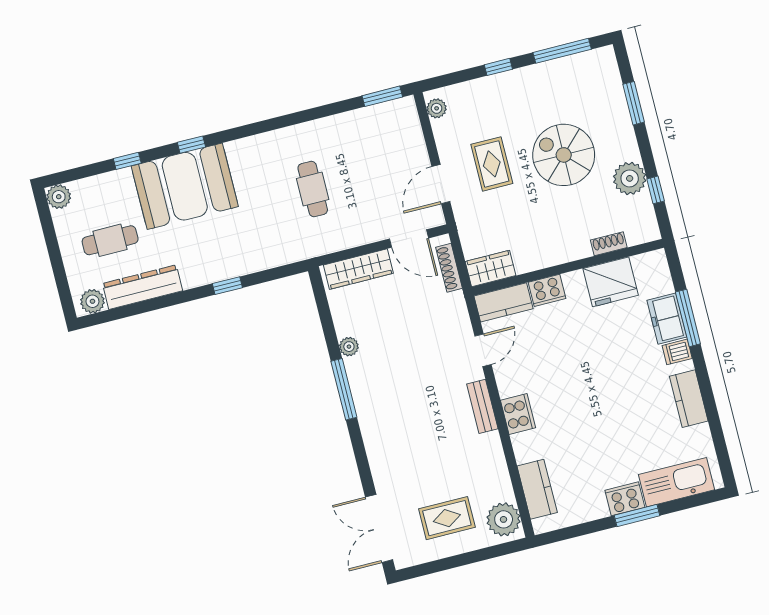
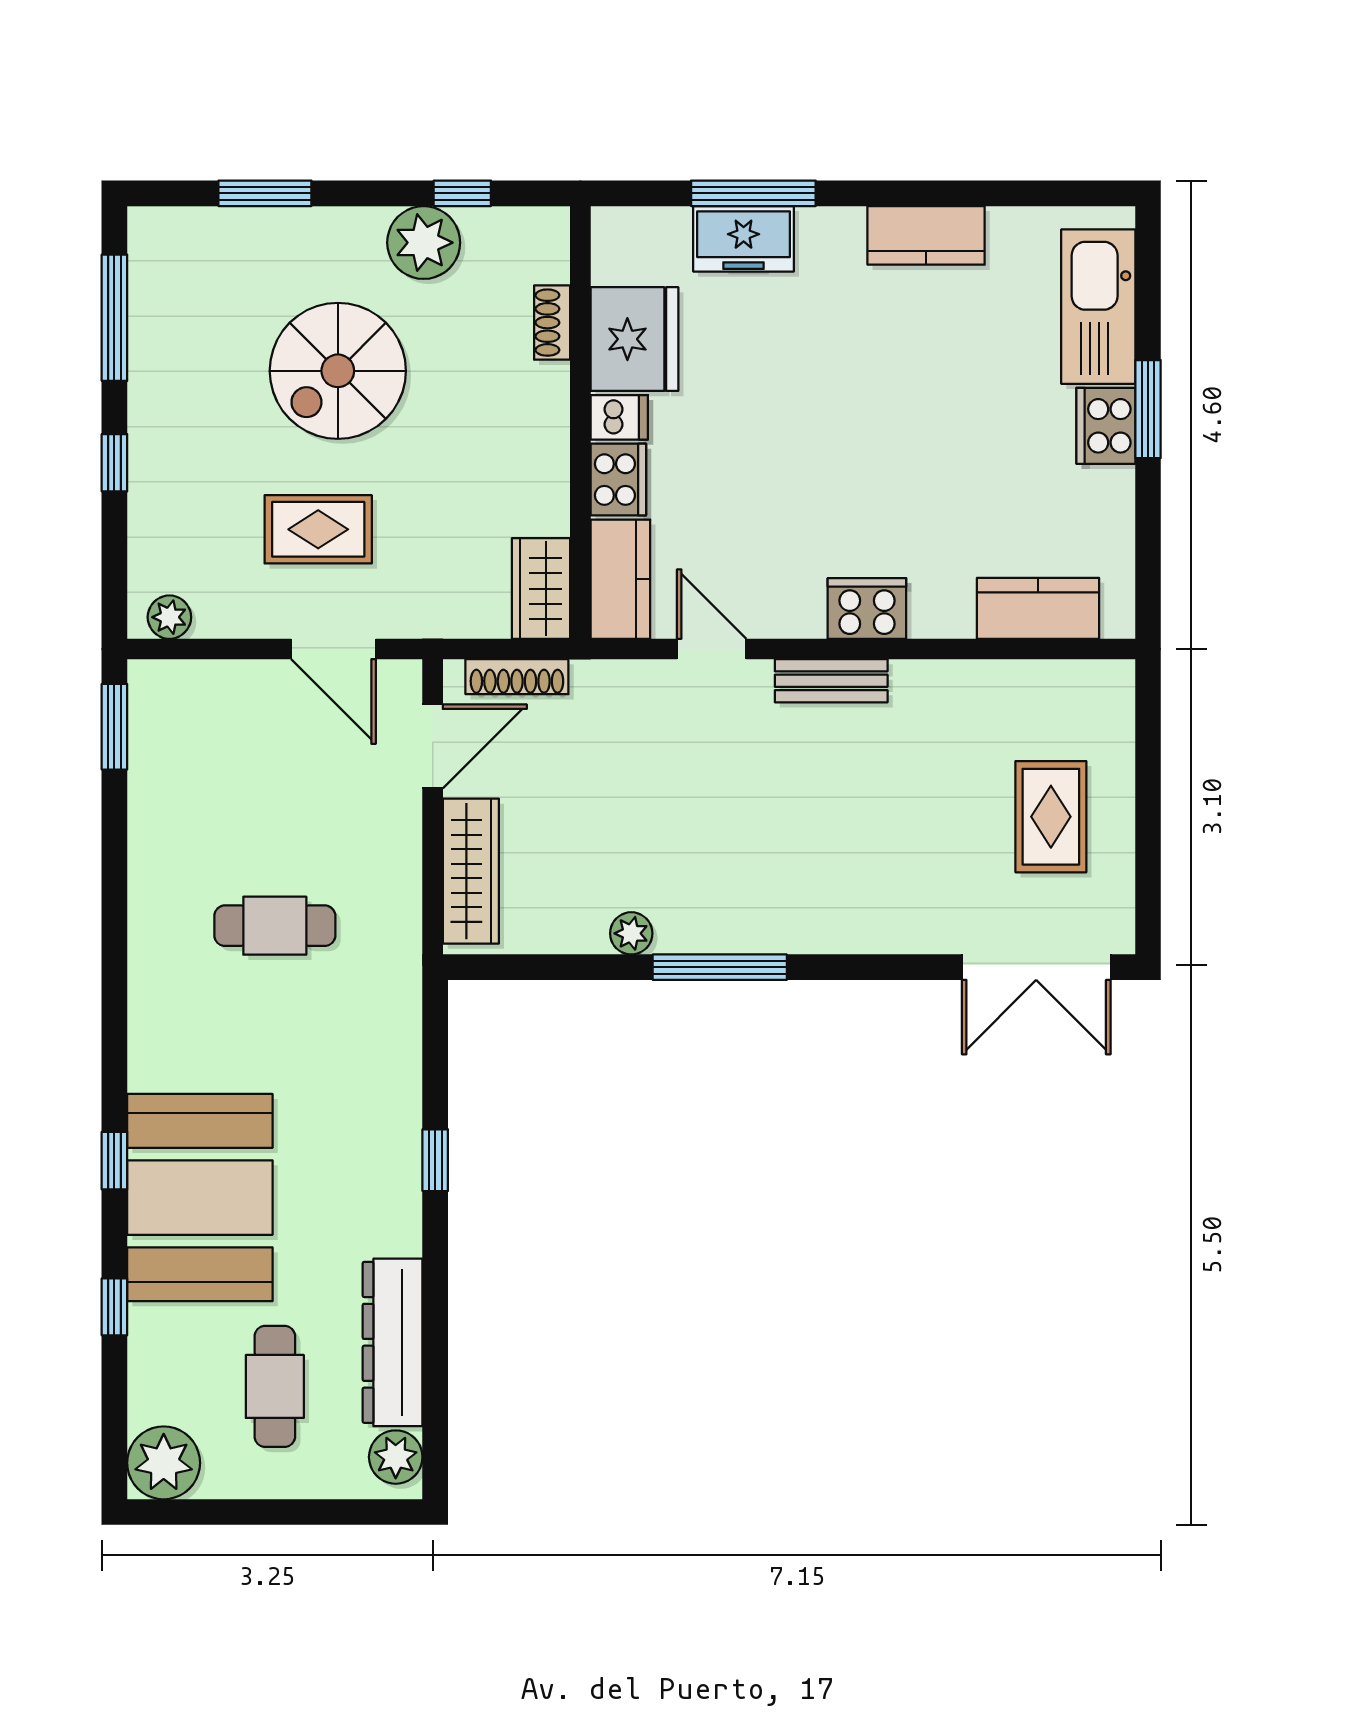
plant: (59, 197) -> (164, 1463), width x1.36, depth x1.36
dishwasher: (677, 352) -> (619, 417), moved, turned -90
plant: (504, 519) -> (1084, 696), removed

